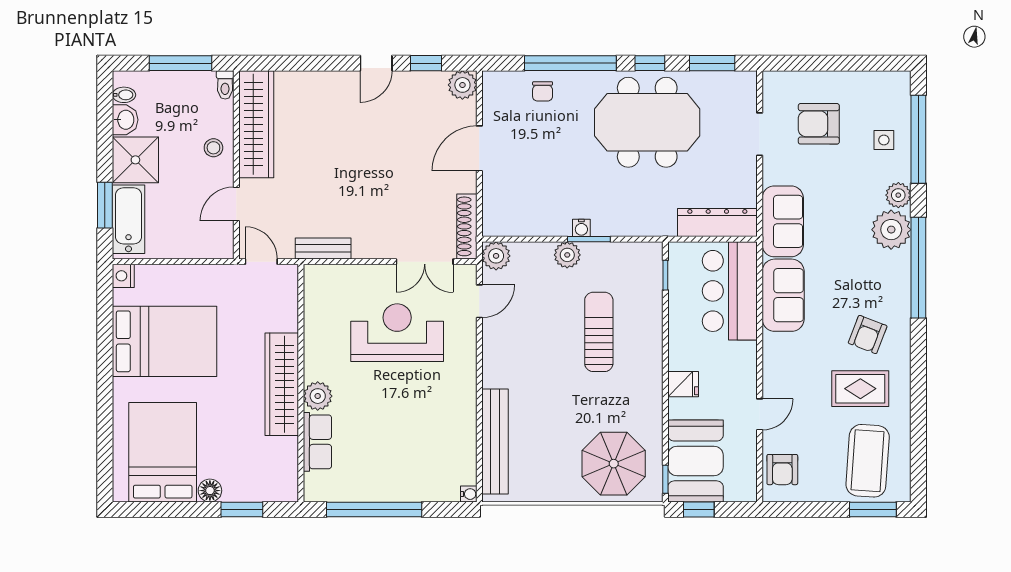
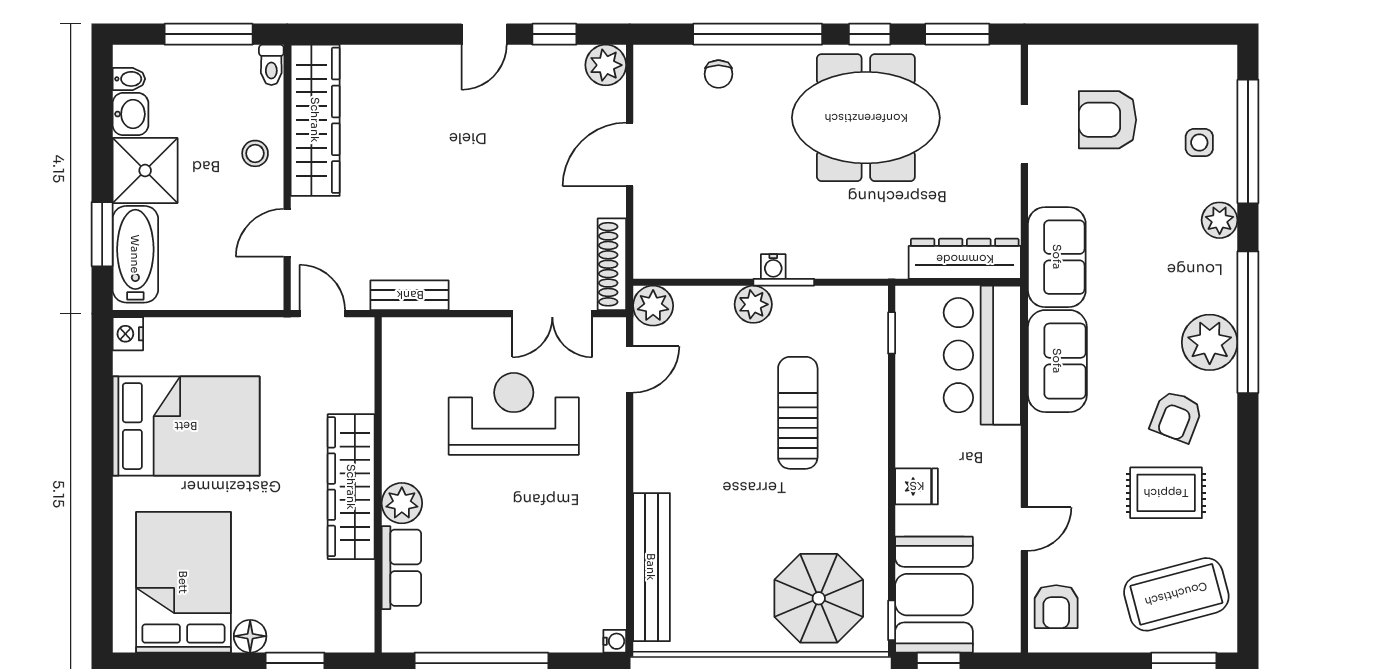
plant: (891, 230) -> (1210, 342), moved
coffee table: (868, 461) -> (1176, 594), turned 71

